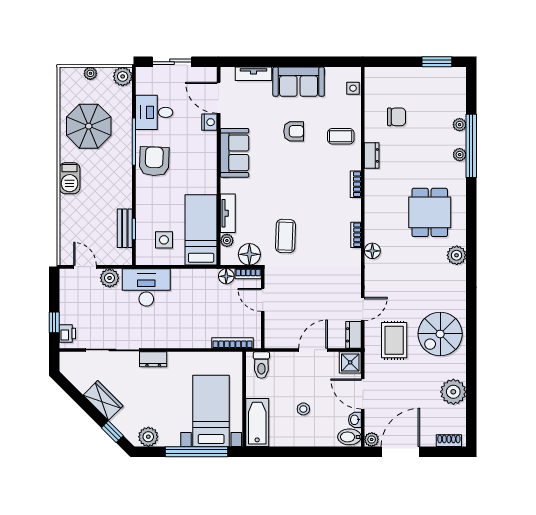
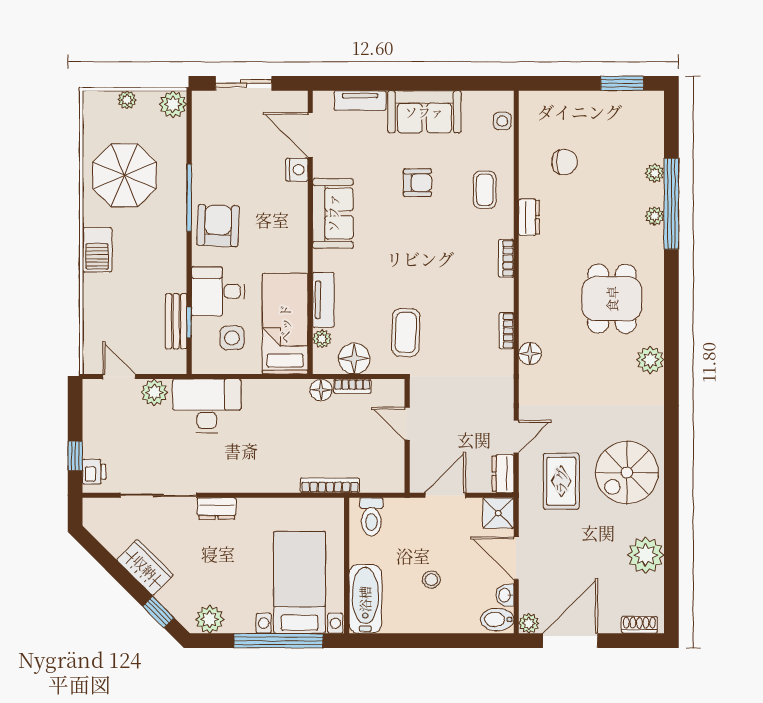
desk: (154, 112) -> (218, 291), moved
coffee table: (341, 136) -> (485, 190), turned 90
door: (263, 300) -> (407, 424), moved
wall: (263, 308) -> (407, 436), moved

